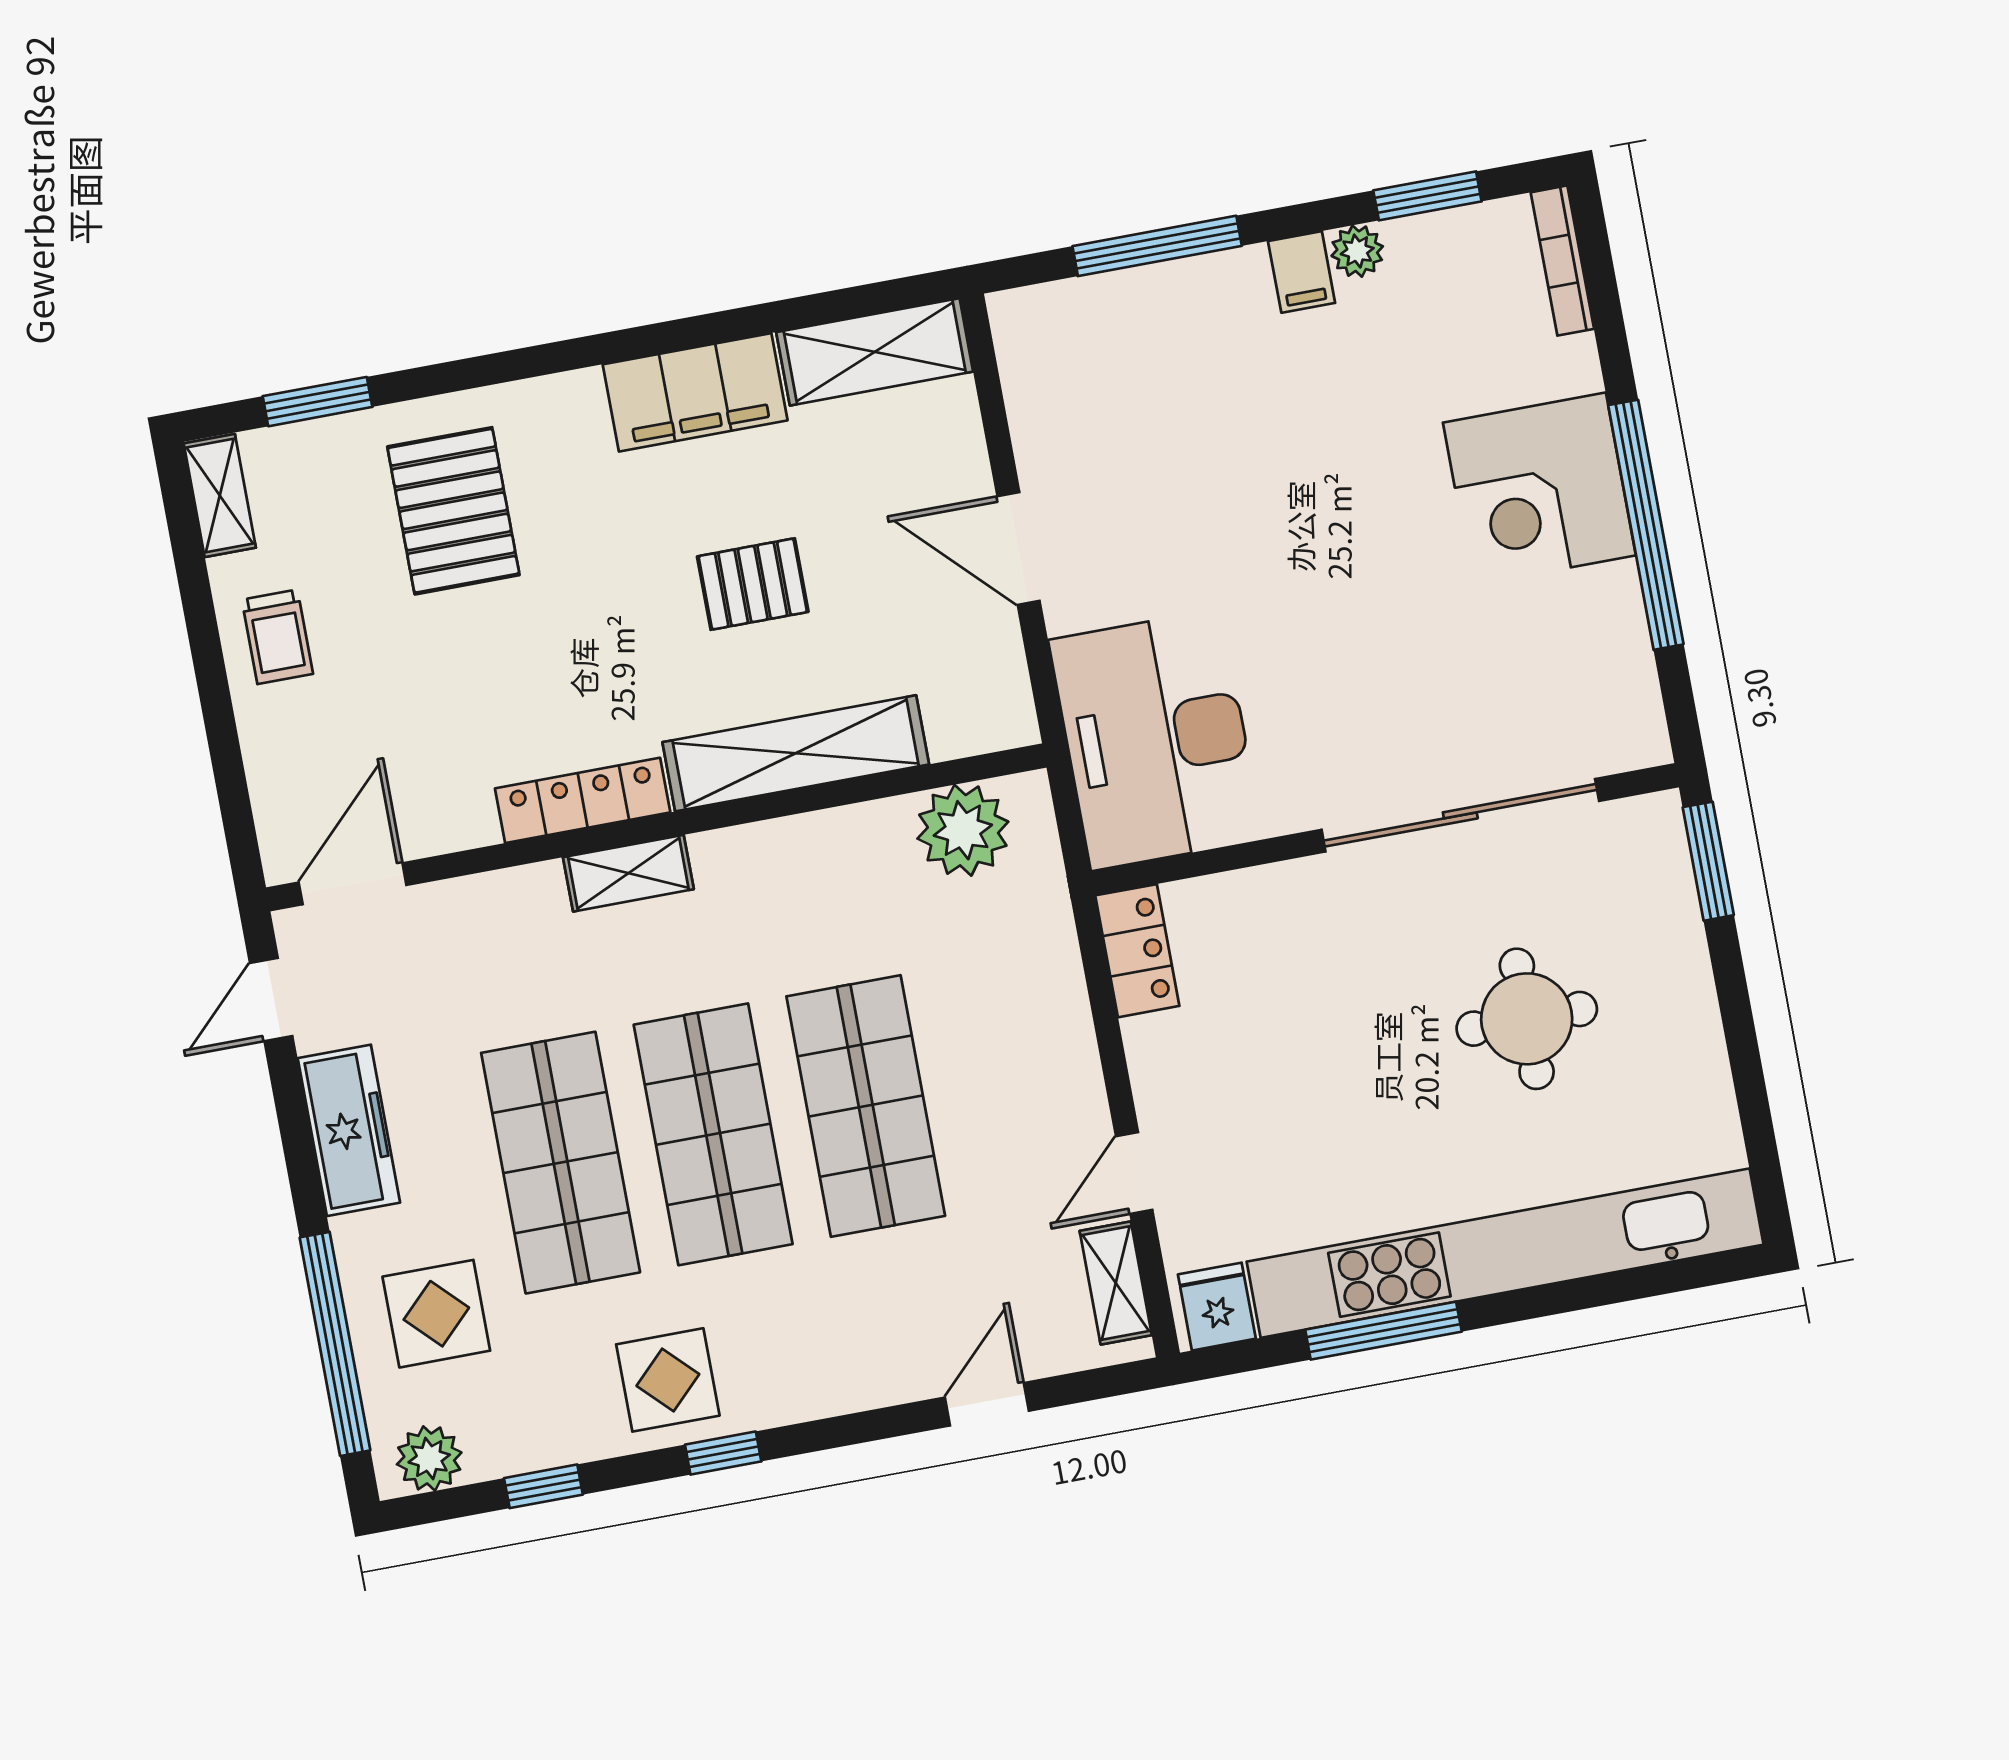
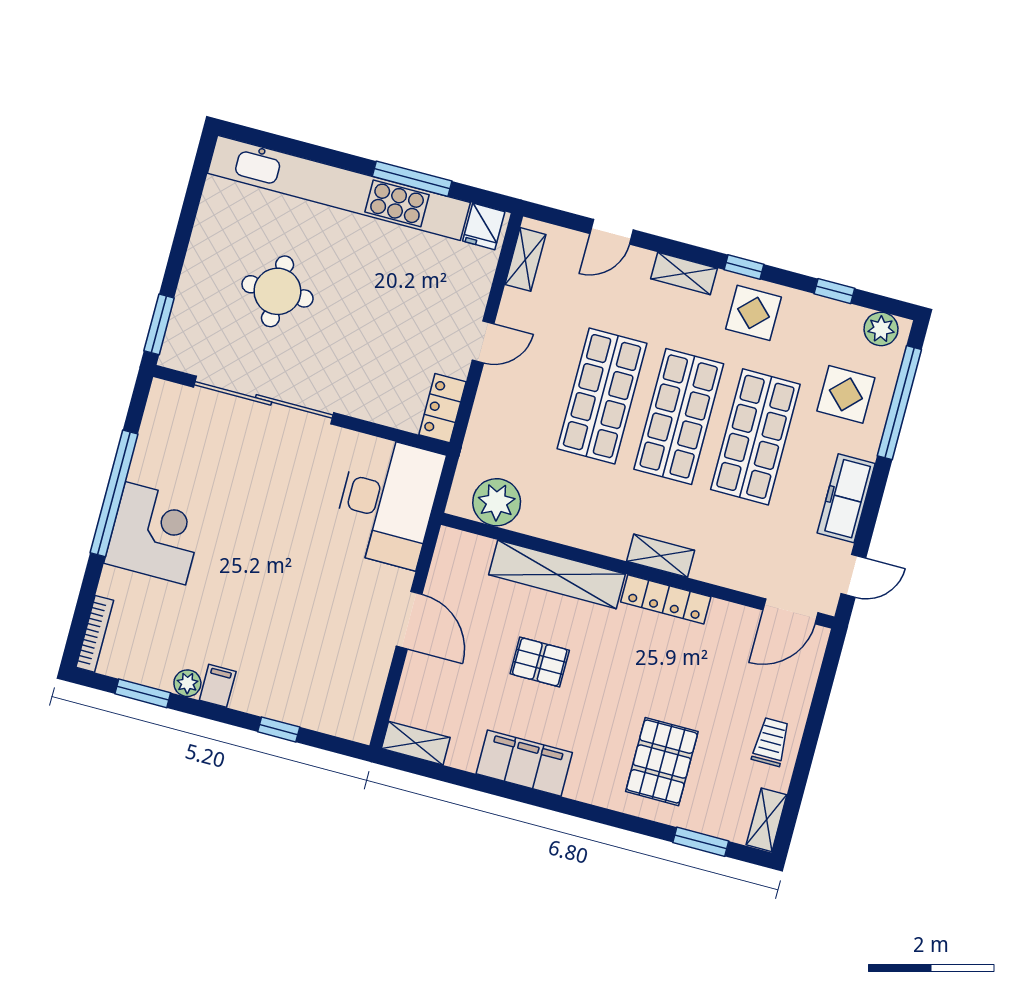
window: (1157, 246) -> (279, 729), width x0.46
shelving: (875, 352) -> (416, 743), width x0.67, depth x0.75
door: (1134, 1173) -> (483, 342), moved
shelving: (824, 1391) -> (684, 273), added

